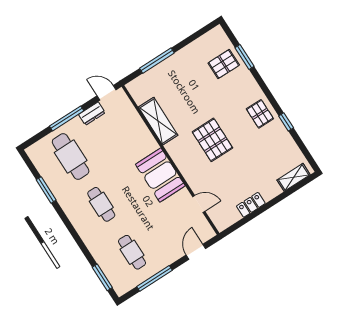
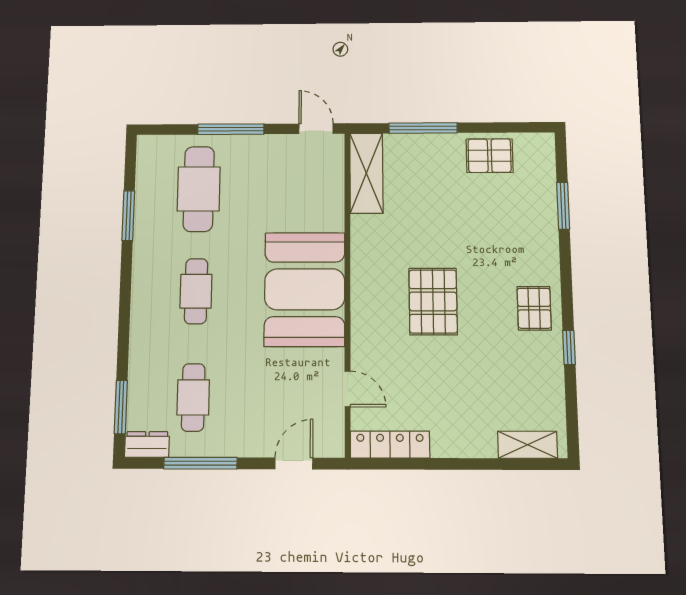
pallet: (224, 64) -> (490, 156), moved
dresser: (92, 114) -> (147, 444), moved, turned 180
shelving: (158, 121) -> (366, 173), moved
booth: (160, 175) -> (305, 289), width x1.36, depth x1.42
locker: (251, 205) -> (390, 444), moved, width x1.53

